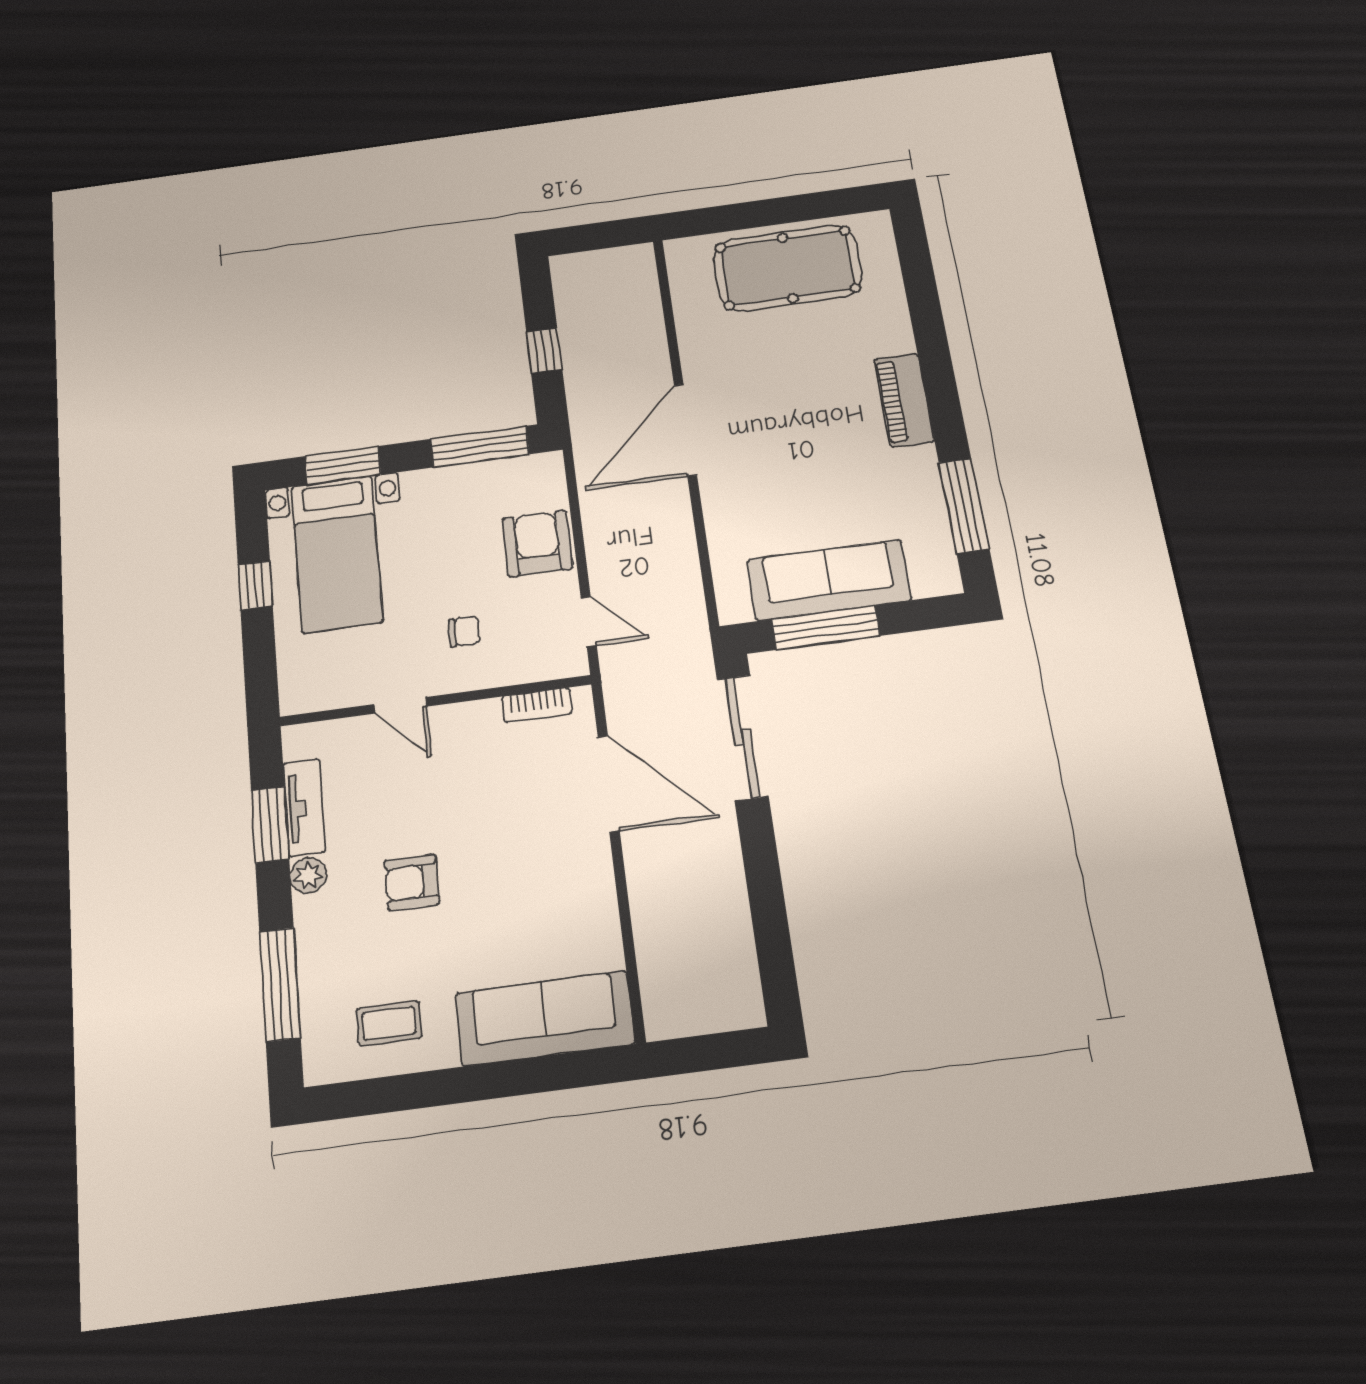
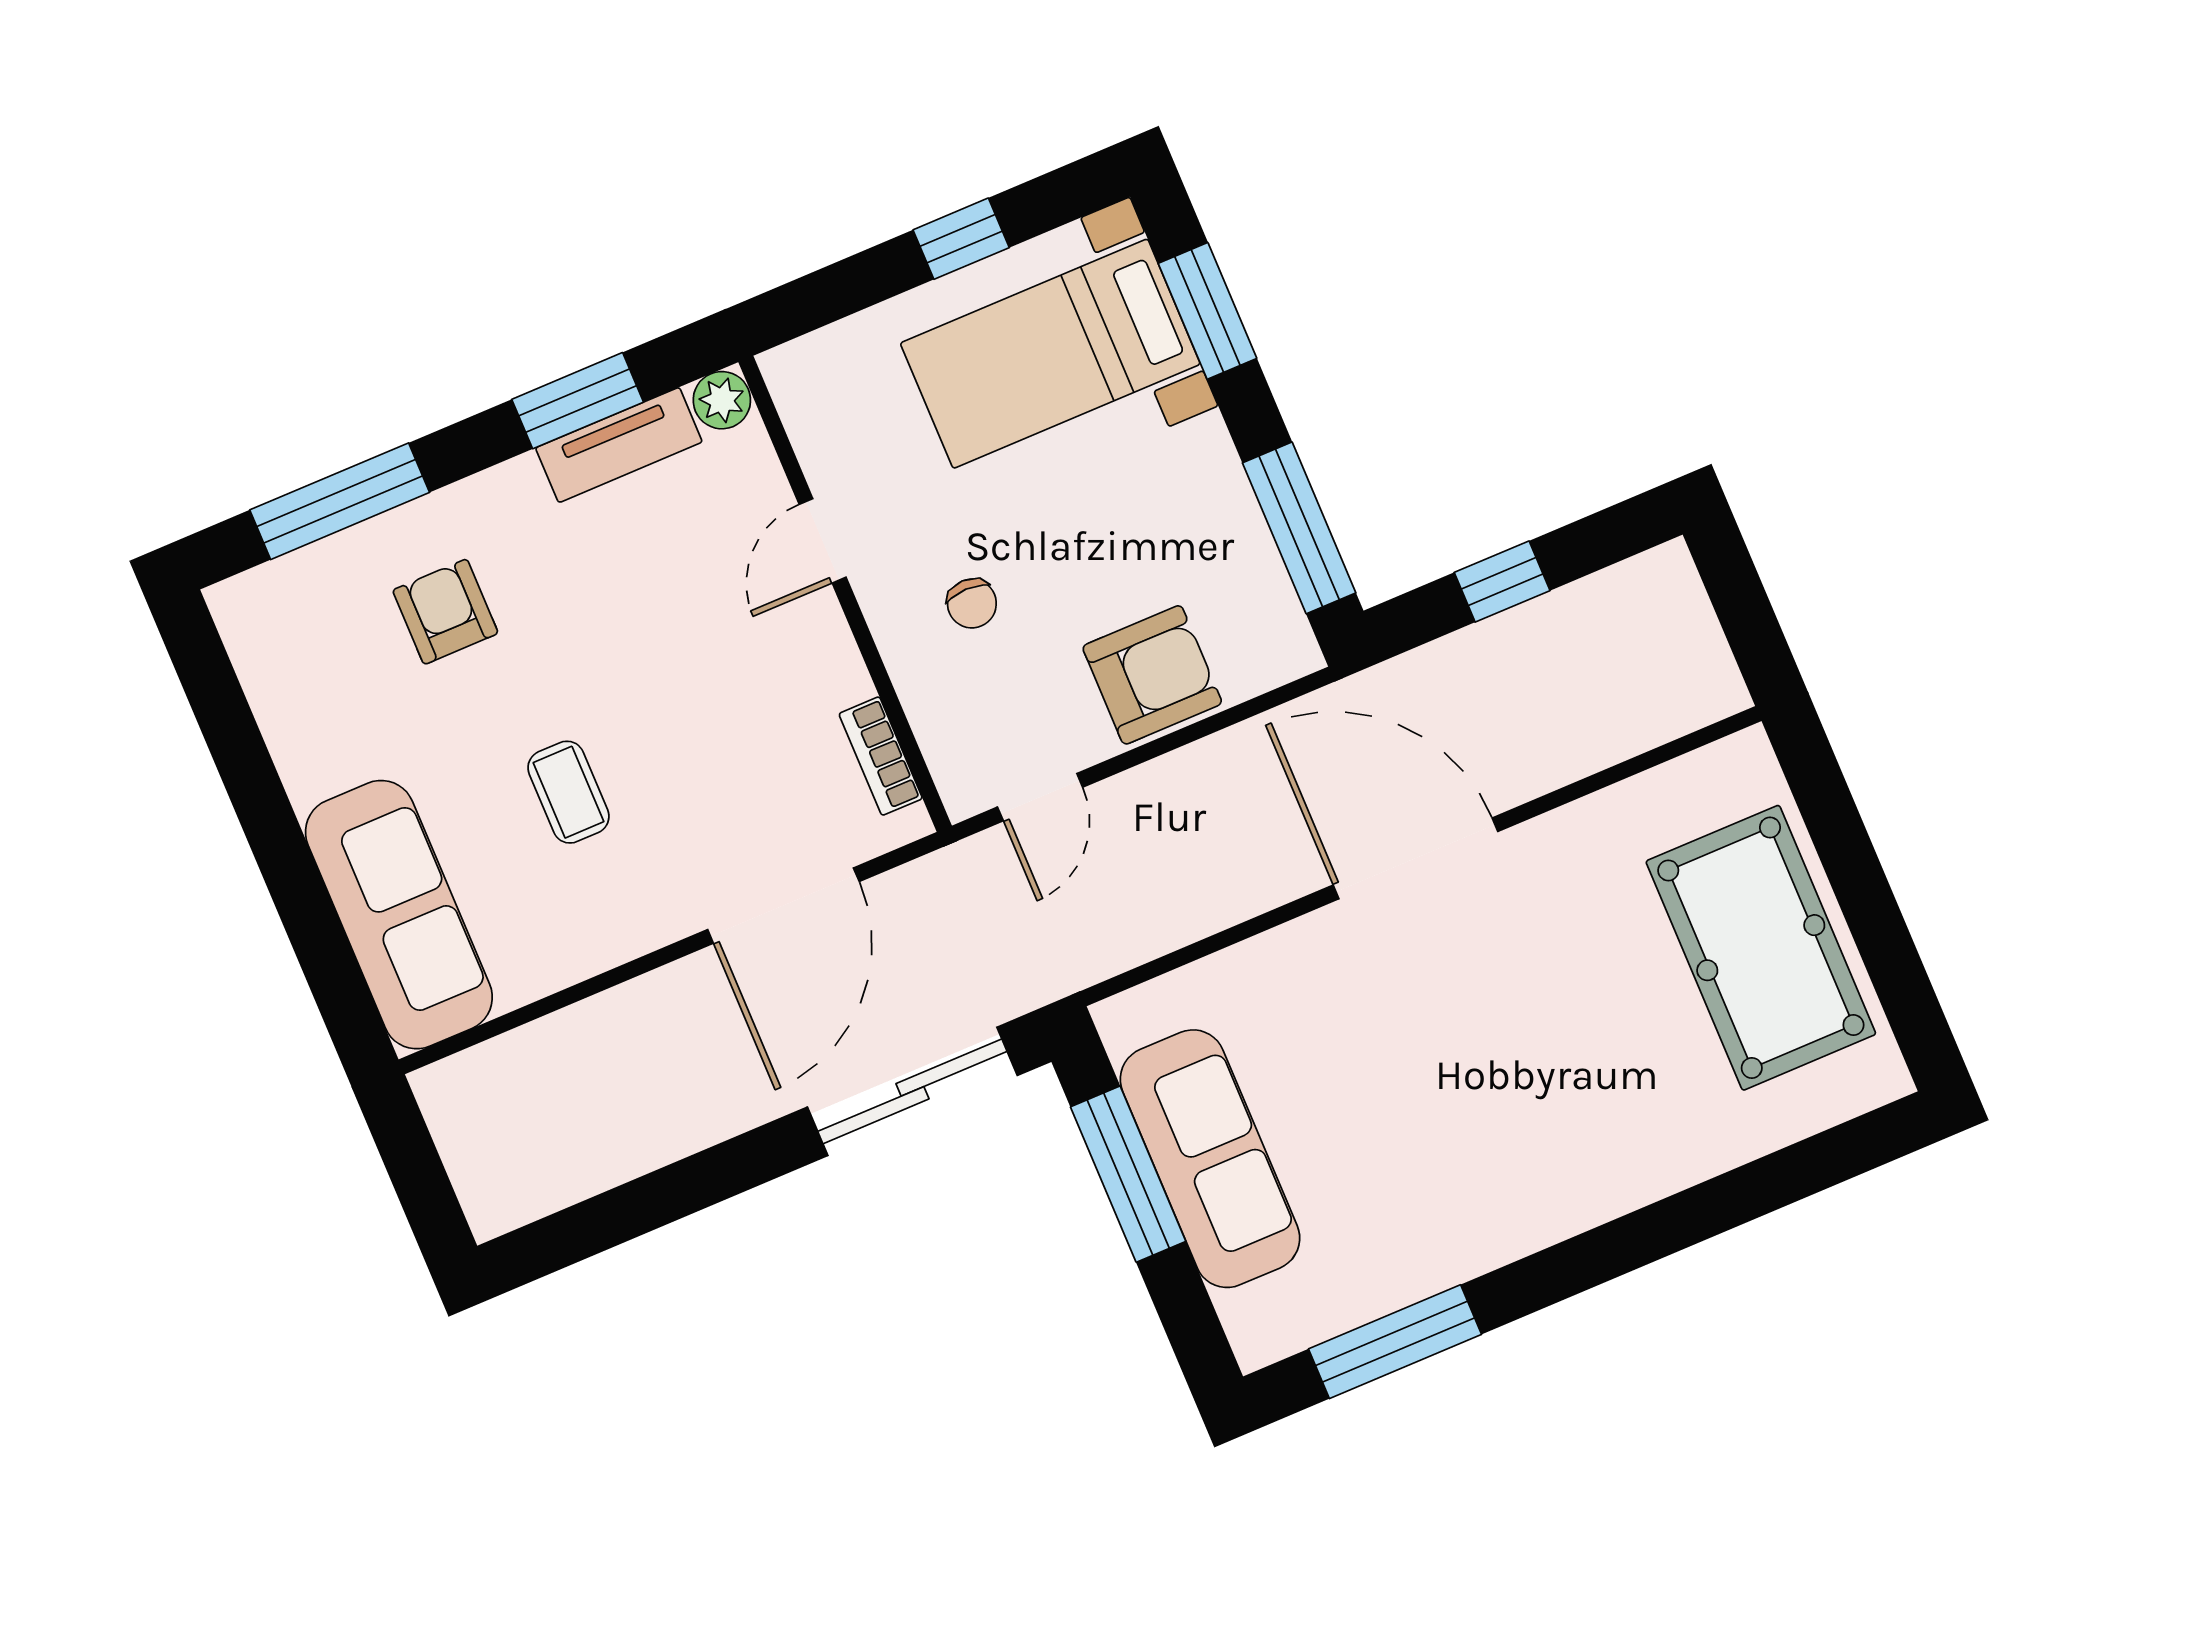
piano: (904, 400) -> (1560, 1202), removed
plant: (308, 876) -> (722, 400), moved
armchair: (412, 882) -> (445, 612), moved
coffee table: (389, 1023) -> (568, 792), moved

